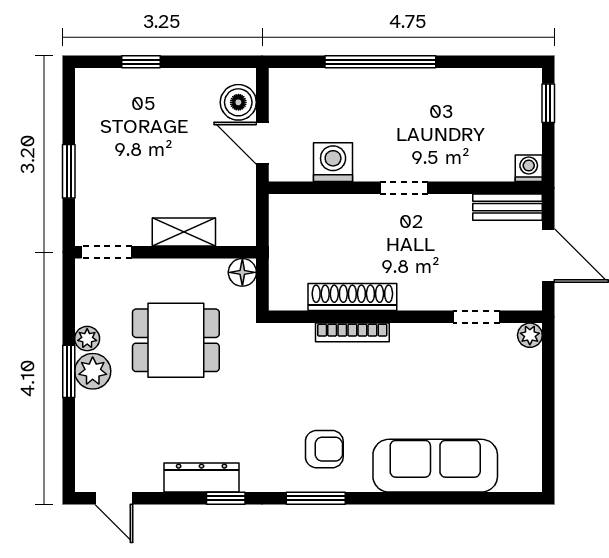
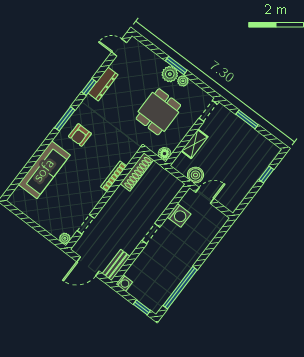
window: (380, 62) -> (180, 288), moved
boiler: (238, 102) -> (195, 175), moved
shoe rack: (352, 297) -> (137, 172), moved

